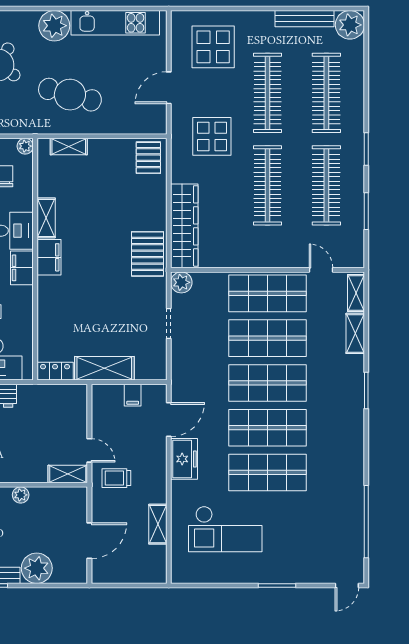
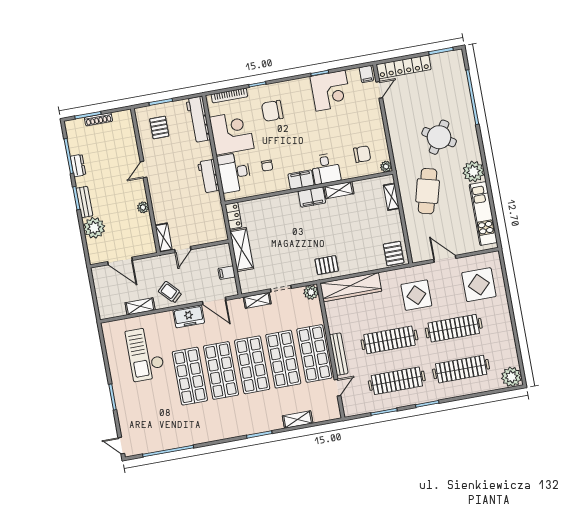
bench: (305, 19) -> (339, 354), moved
pallet: (148, 158) -> (394, 254), turned 90
pallet: (147, 254) -> (327, 265), width x0.67, depth x0.71
shelving: (356, 293) -> (257, 300), moved
trolley: (116, 478) -> (170, 292), moved, turned -43

